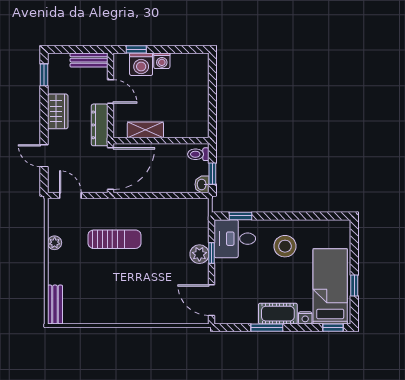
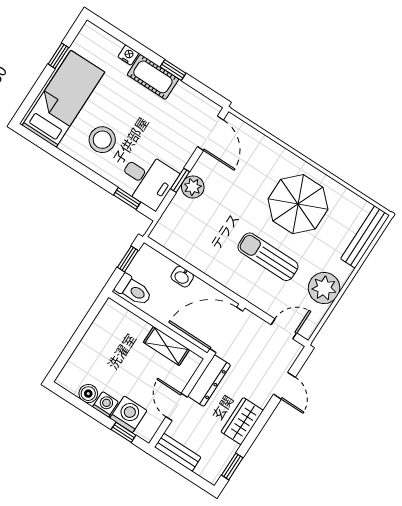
boiler: (179, 61) -> (88, 394), added
toilet: (198, 154) -> (133, 290), width x1.37, depth x1.39
washbasin: (202, 184) -> (182, 277), moved, turned 90
door: (70, 196) -> (284, 329), swing flipped
plant: (55, 243) -> (324, 288), width x1.87, depth x1.87
bed: (330, 286) -> (63, 99), moved, turned 180
parasol: (117, 290) -> (298, 204), added
bench: (55, 305) -> (365, 237), width x1.36
window: (267, 328) -> (173, 70), width x0.67
window: (333, 328) -> (107, 27), removed

